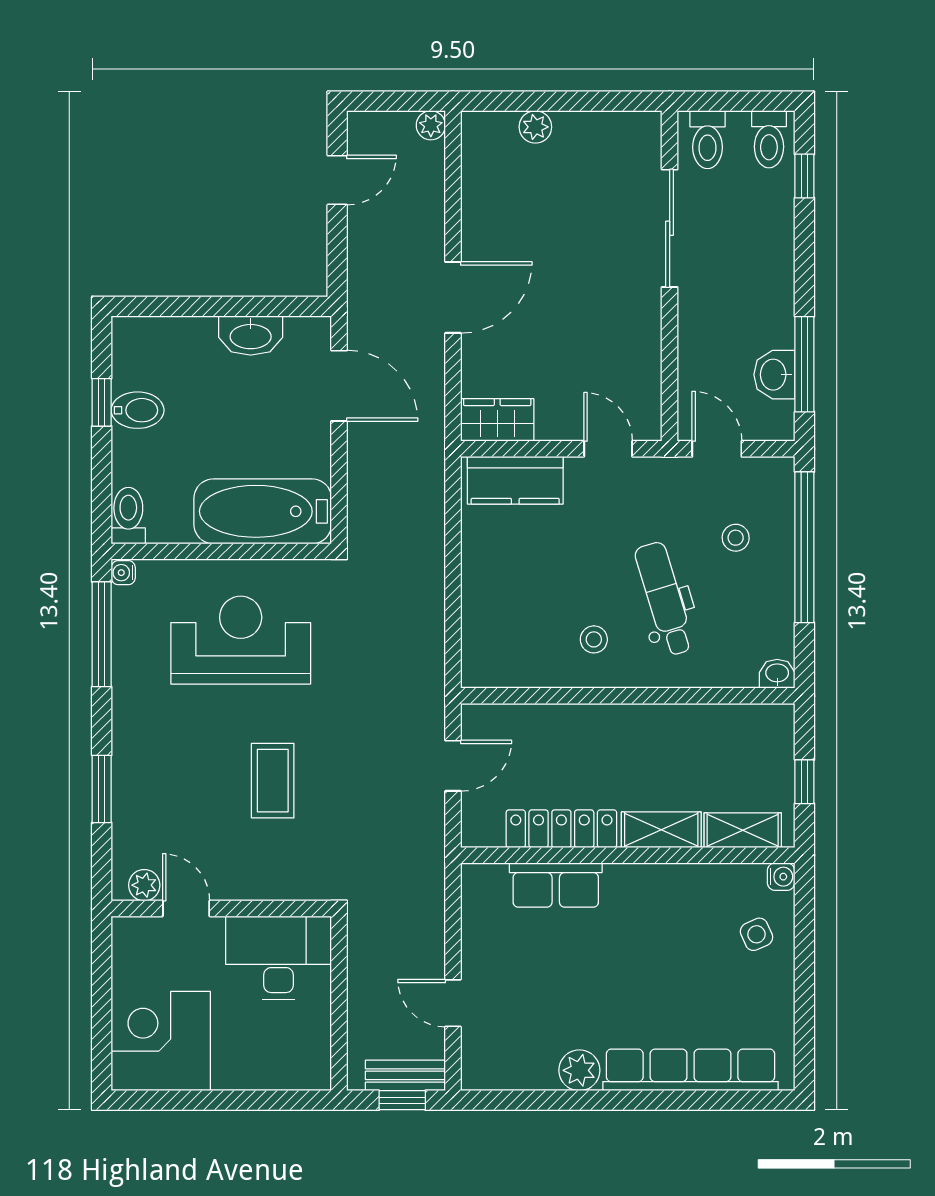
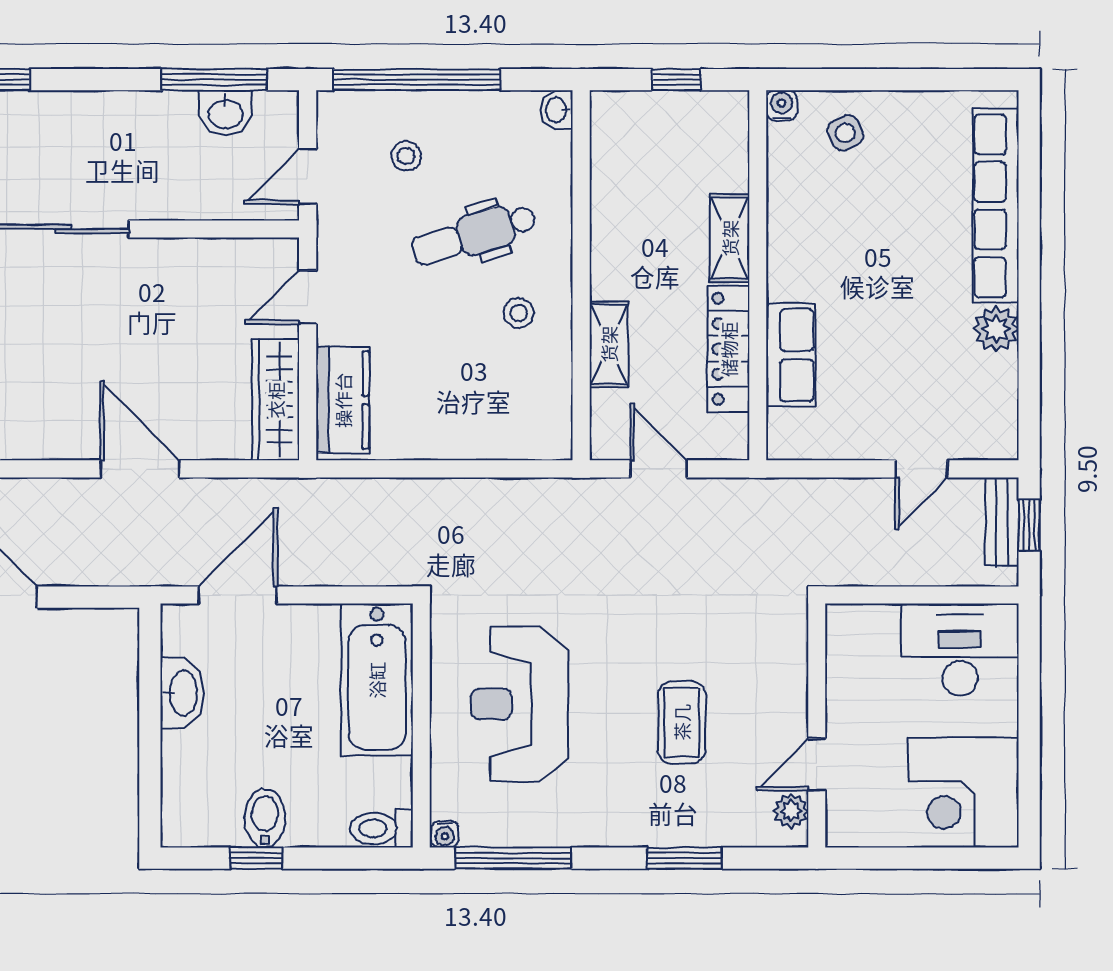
wardrobe: (497, 420) -> (276, 400), width x1.50
coffee table: (273, 781) -> (682, 722), moved, turned 90
shelving: (743, 830) -> (609, 344), moved
desk: (279, 958) -> (960, 650), moved, turned 90

